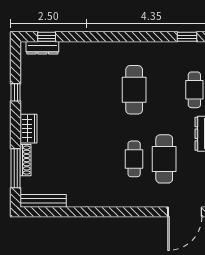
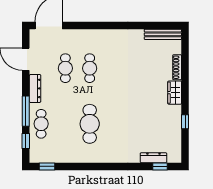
dresser: (42, 48) -> (153, 158), moved
cafe table: (164, 159) -> (65, 68), width x0.73, depth x0.74
window: (16, 168) -> (185, 61), removed

